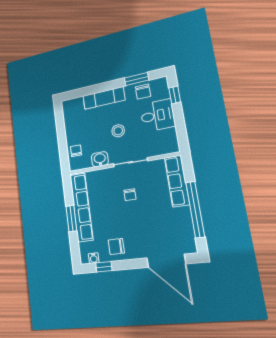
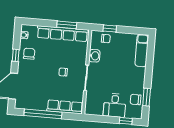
exam couch: (104, 98) -> (142, 50), moved
stool: (118, 131) -> (112, 74), removed
window: (63, 149) -> (110, 28), added
window: (71, 219) -> (67, 25), moved
window: (104, 267) -> (16, 55), moved

